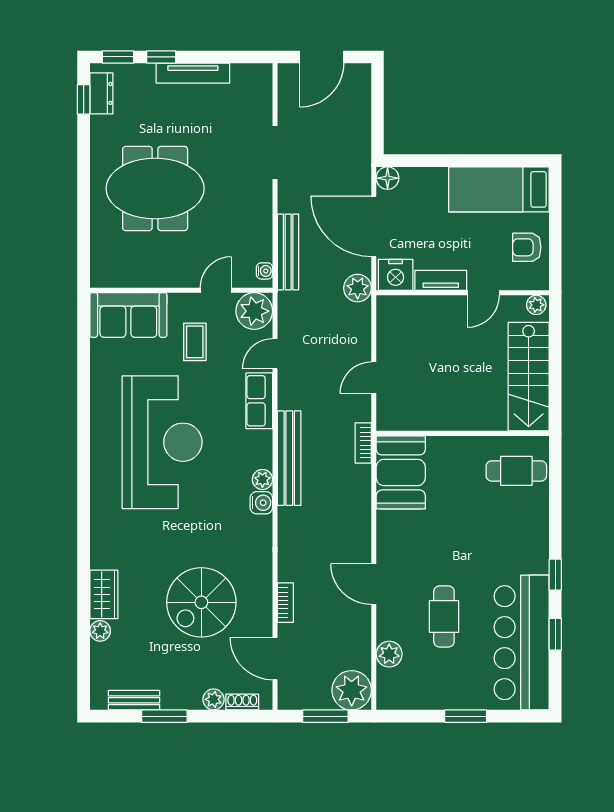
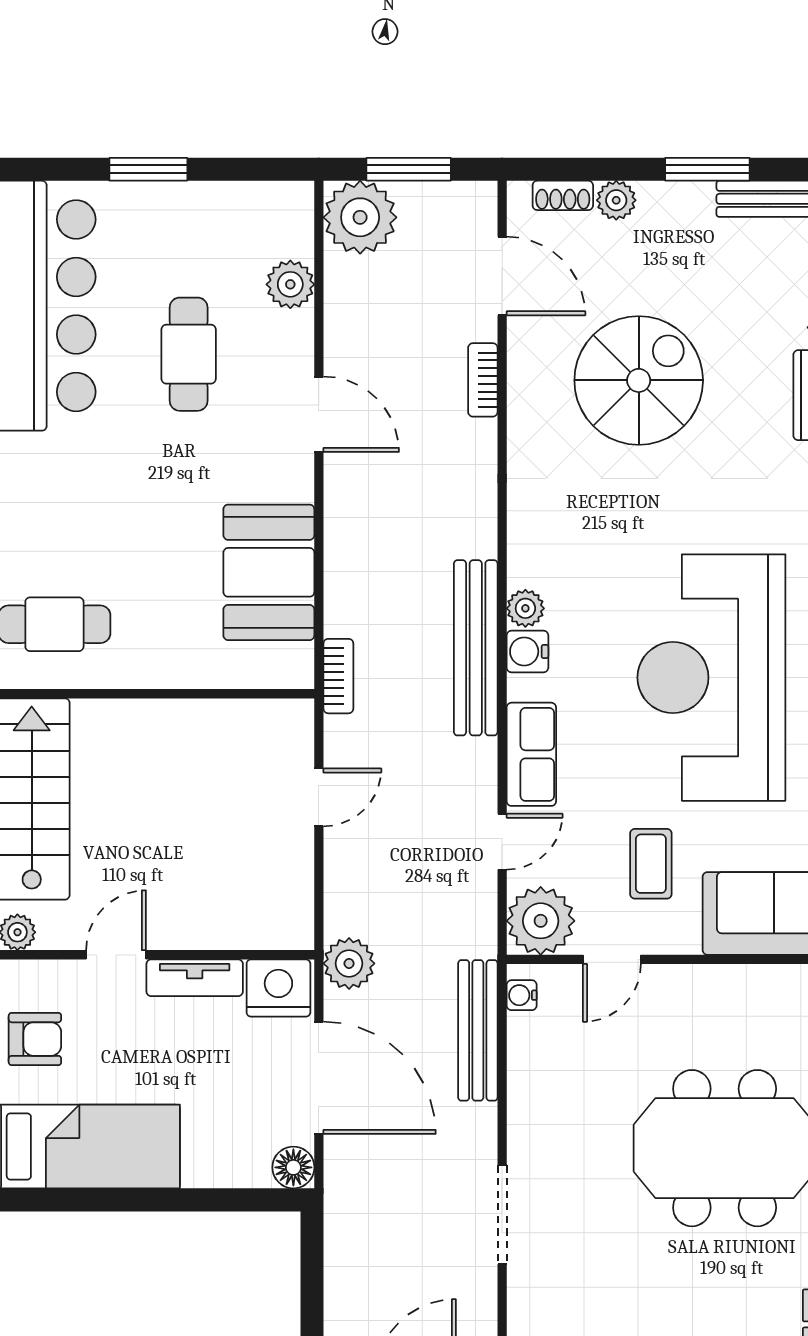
booth: (401, 472) -> (269, 572), moved
water cooler: (261, 503) -> (527, 651), moved

